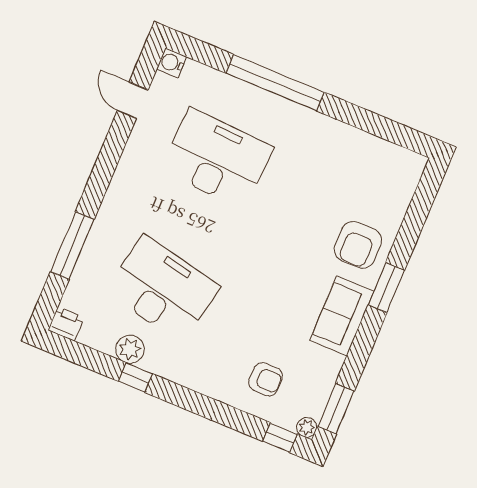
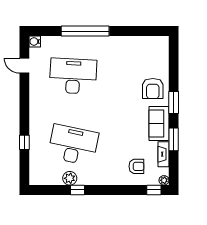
window: (72, 246) -> (24, 142), width x0.46
printer: (66, 324) -> (36, 179), removed
fireplace: (326, 378) -> (163, 154), added
window: (336, 409) -> (174, 139), moved

